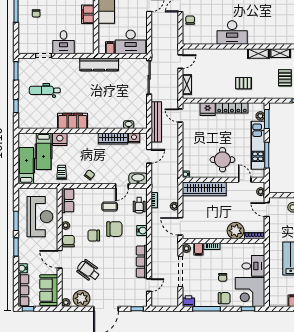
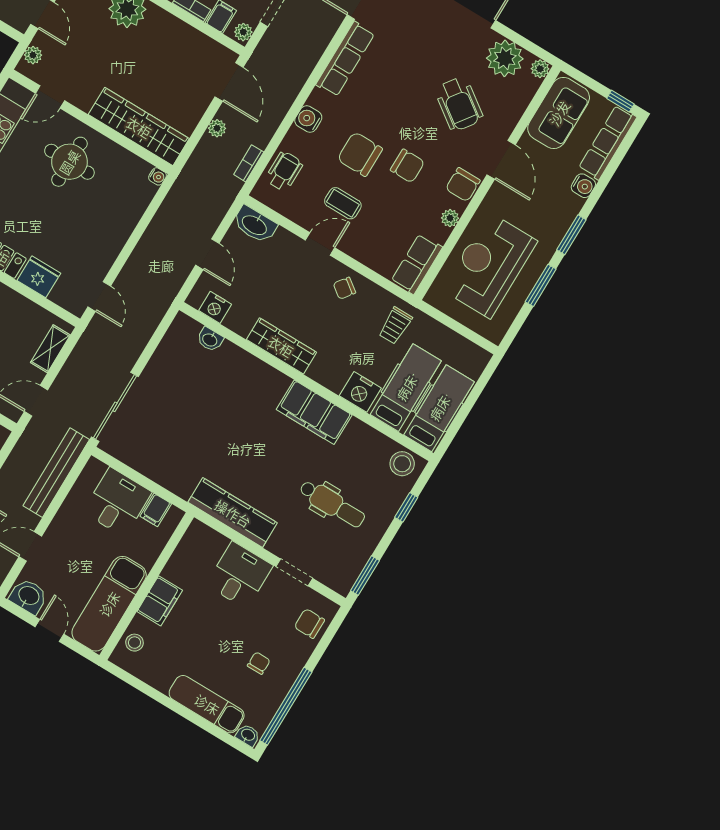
chair: (26, 40) -> (309, 623), added
desk: (131, 42) -> (117, 502), width x0.73
kitchen counter: (99, 64) -> (233, 513), moved
stool: (28, 122) -> (402, 464), added
bench: (156, 122) -> (56, 473), moved
wardrobe: (113, 139) -> (281, 346), moved
door: (149, 156) -> (207, 254), swing flipped
hospital bed: (26, 166) -> (439, 408), moved, turned 180
door: (245, 180) -> (50, 97), hinge flipped
door: (122, 186) -> (320, 244), moved

